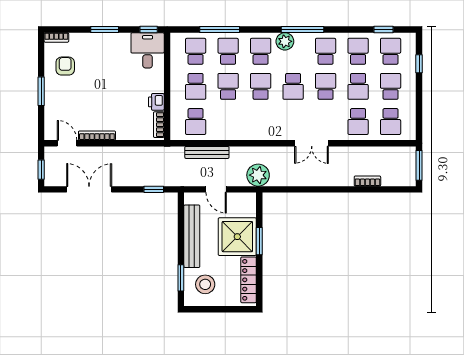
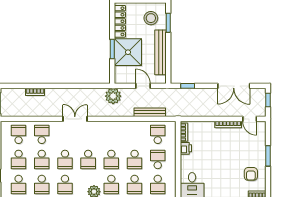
school desk: (293, 86) -> (88, 159), turned 180
school desk: (358, 86) -> (42, 159), turned 180

